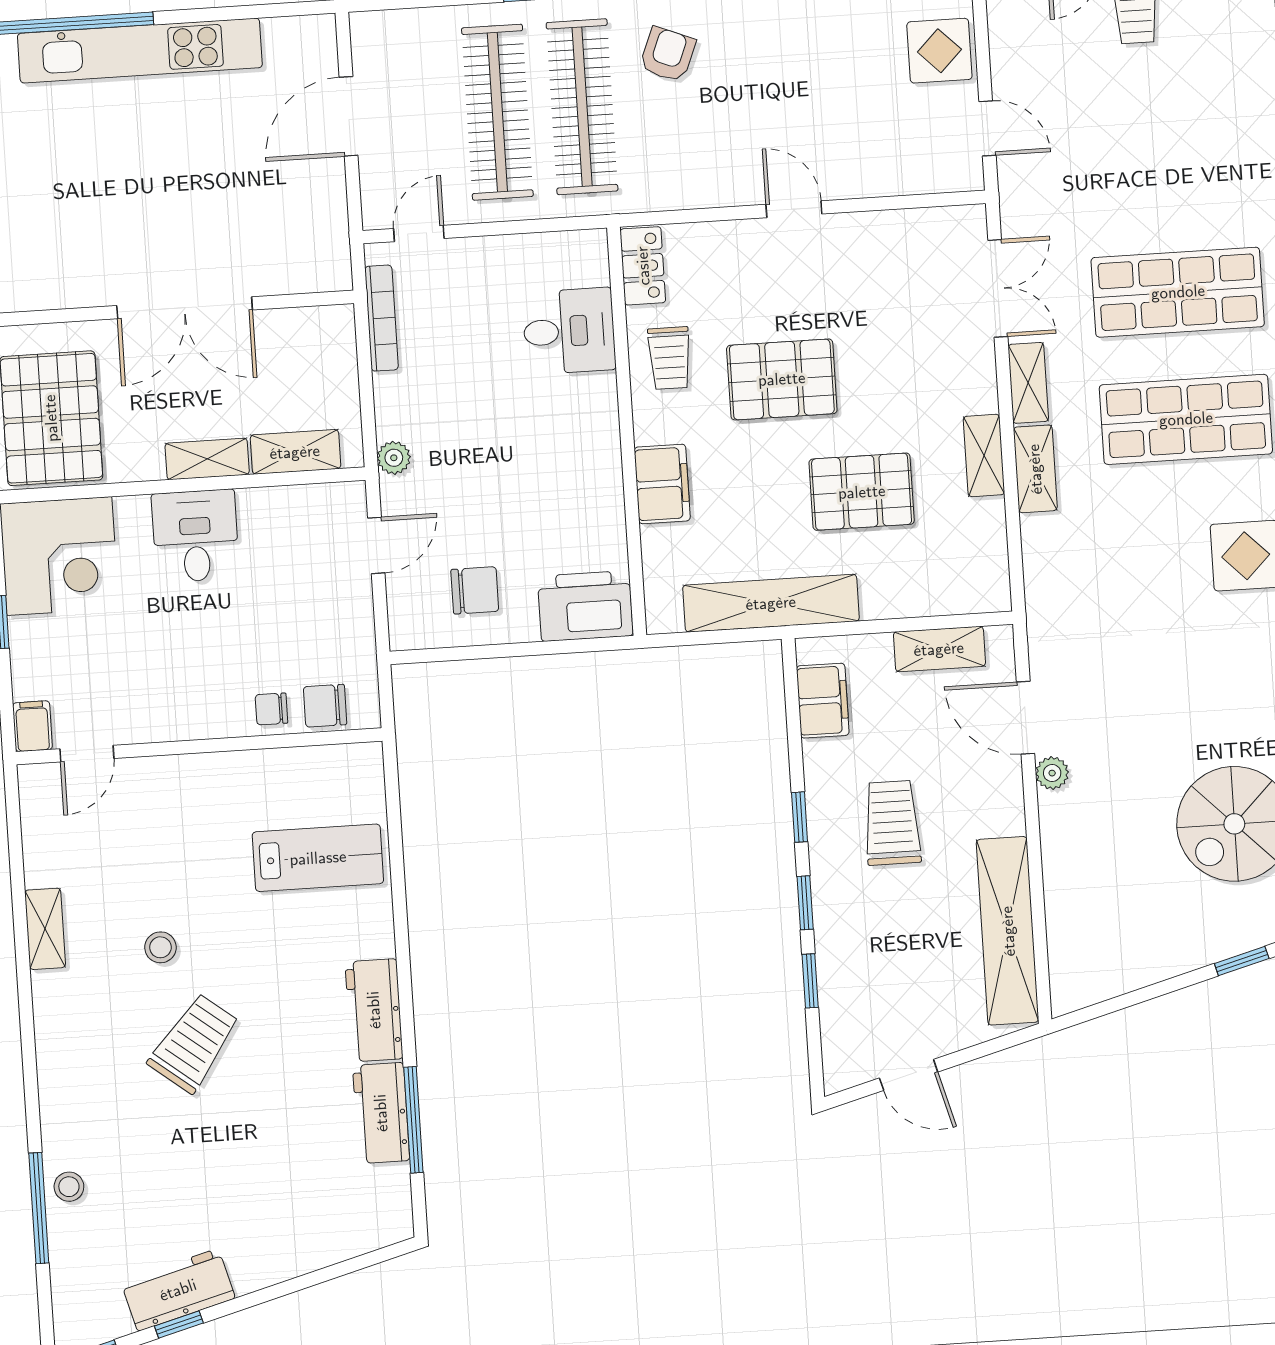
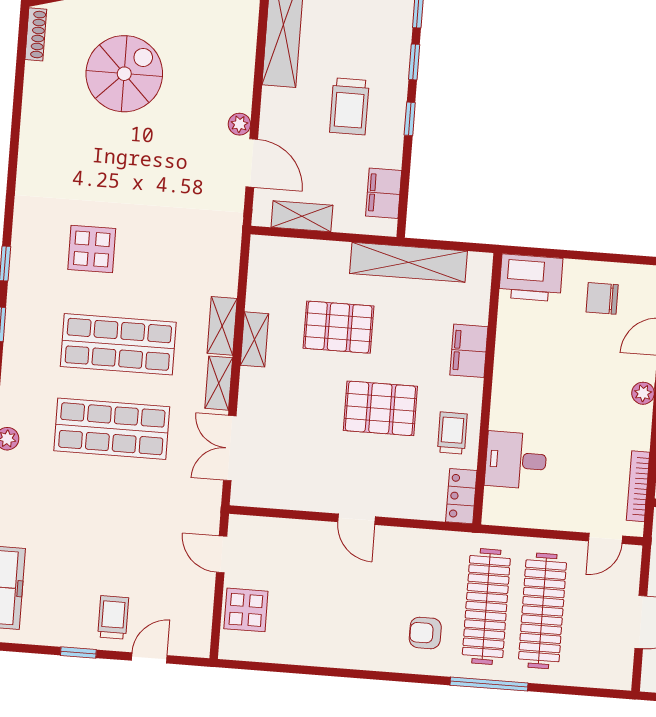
armchair: (668, 54) -> (425, 633), turned 68

